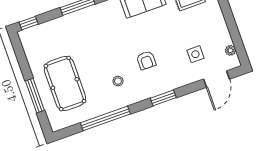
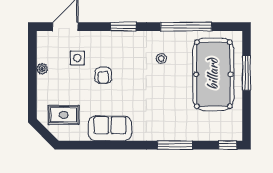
plant: (230, 50) -> (42, 69), moved
armchair: (146, 60) -> (103, 75), moved, turned 180
pool table: (65, 84) -> (213, 74), width x1.36, depth x1.32

